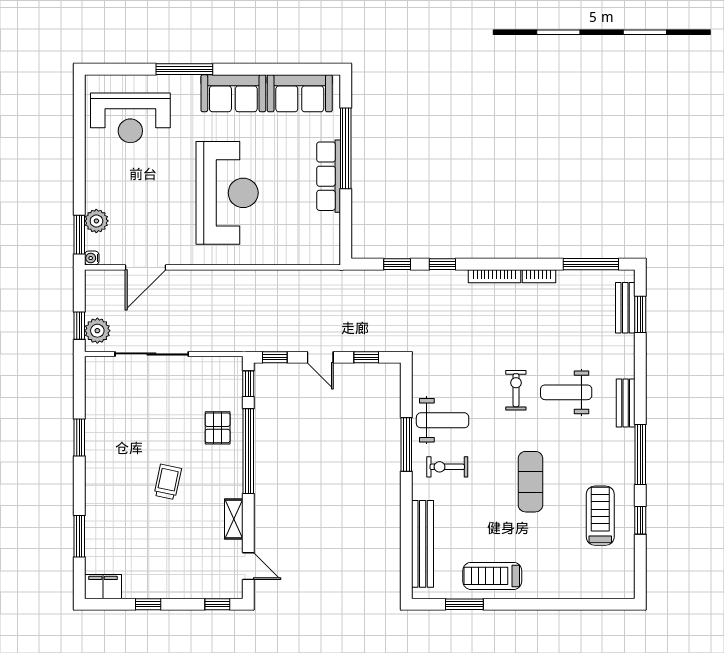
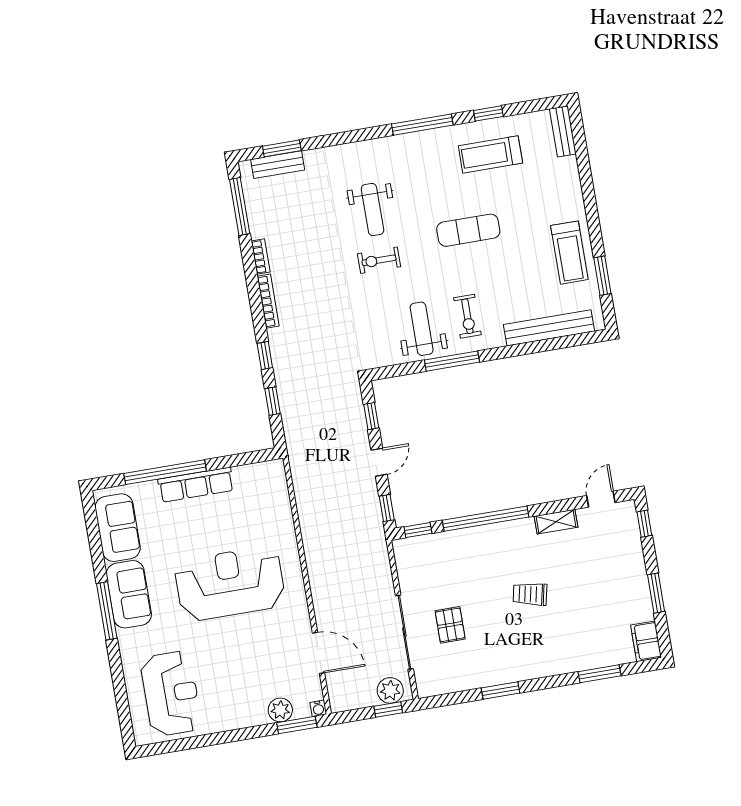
window: (184, 69) -> (107, 611), moved
bench: (626, 403) -> (563, 131), moved, turned 90
pallet: (218, 428) -> (450, 625), moved, turned 90
window: (148, 604) -> (656, 593), width x1.50

